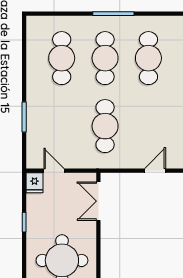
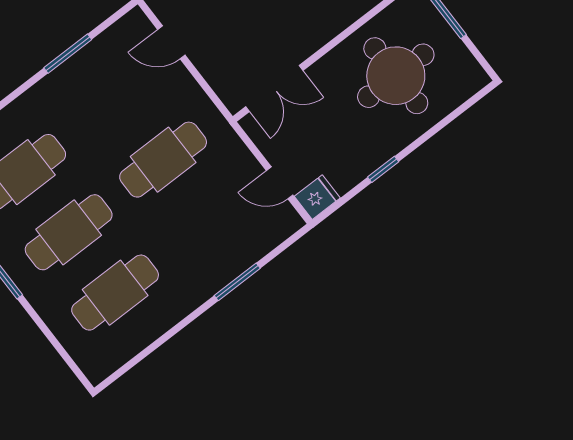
door: (54, 171) -> (280, 183), hinge flipped

